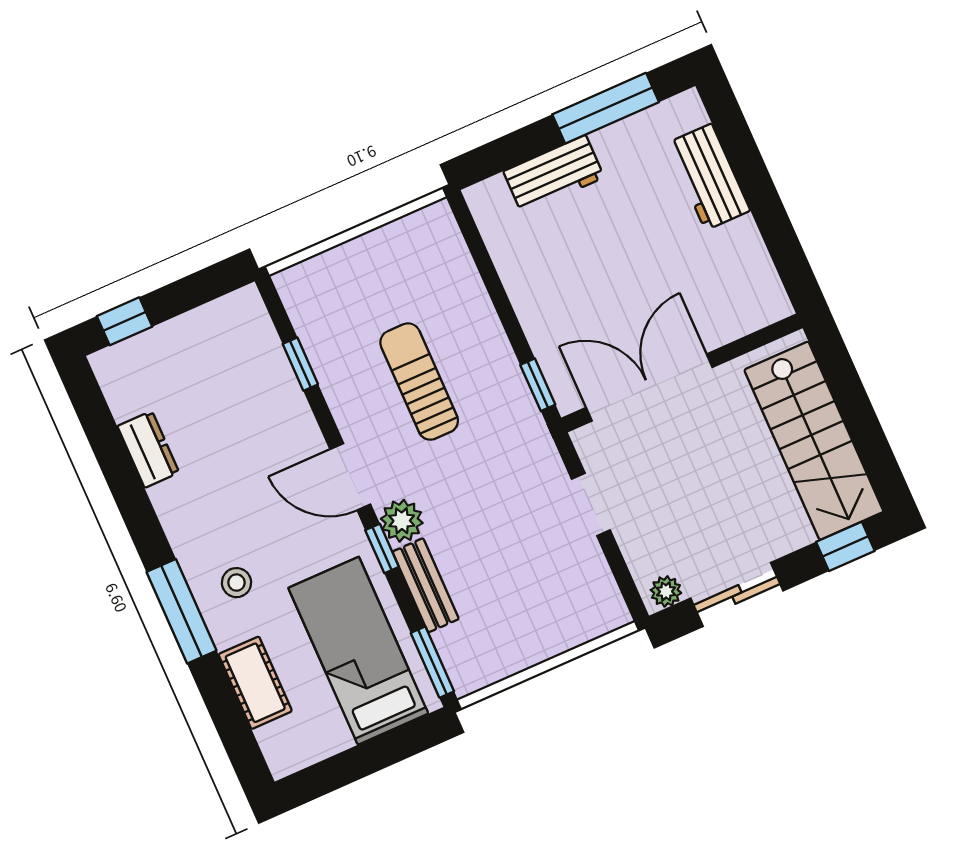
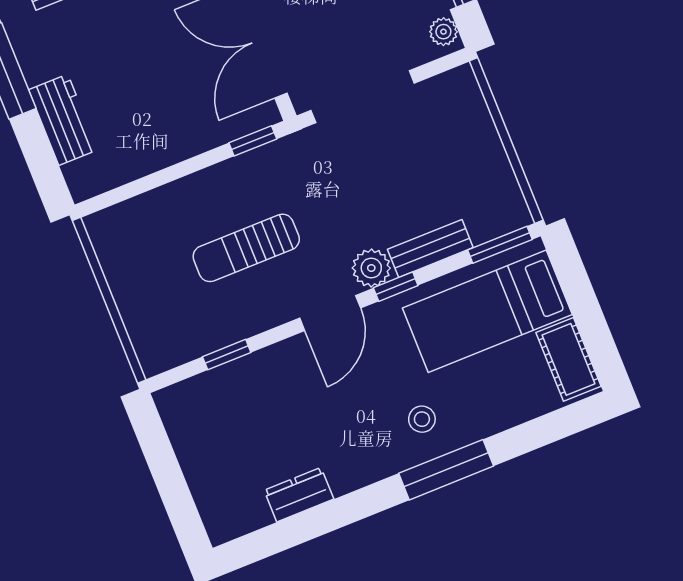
window: (125, 321) -> (183, 512), removed
doorway: (591, 505) -> (363, 97), width x1.88
cot: (255, 683) -> (568, 359), moved, turned 90

